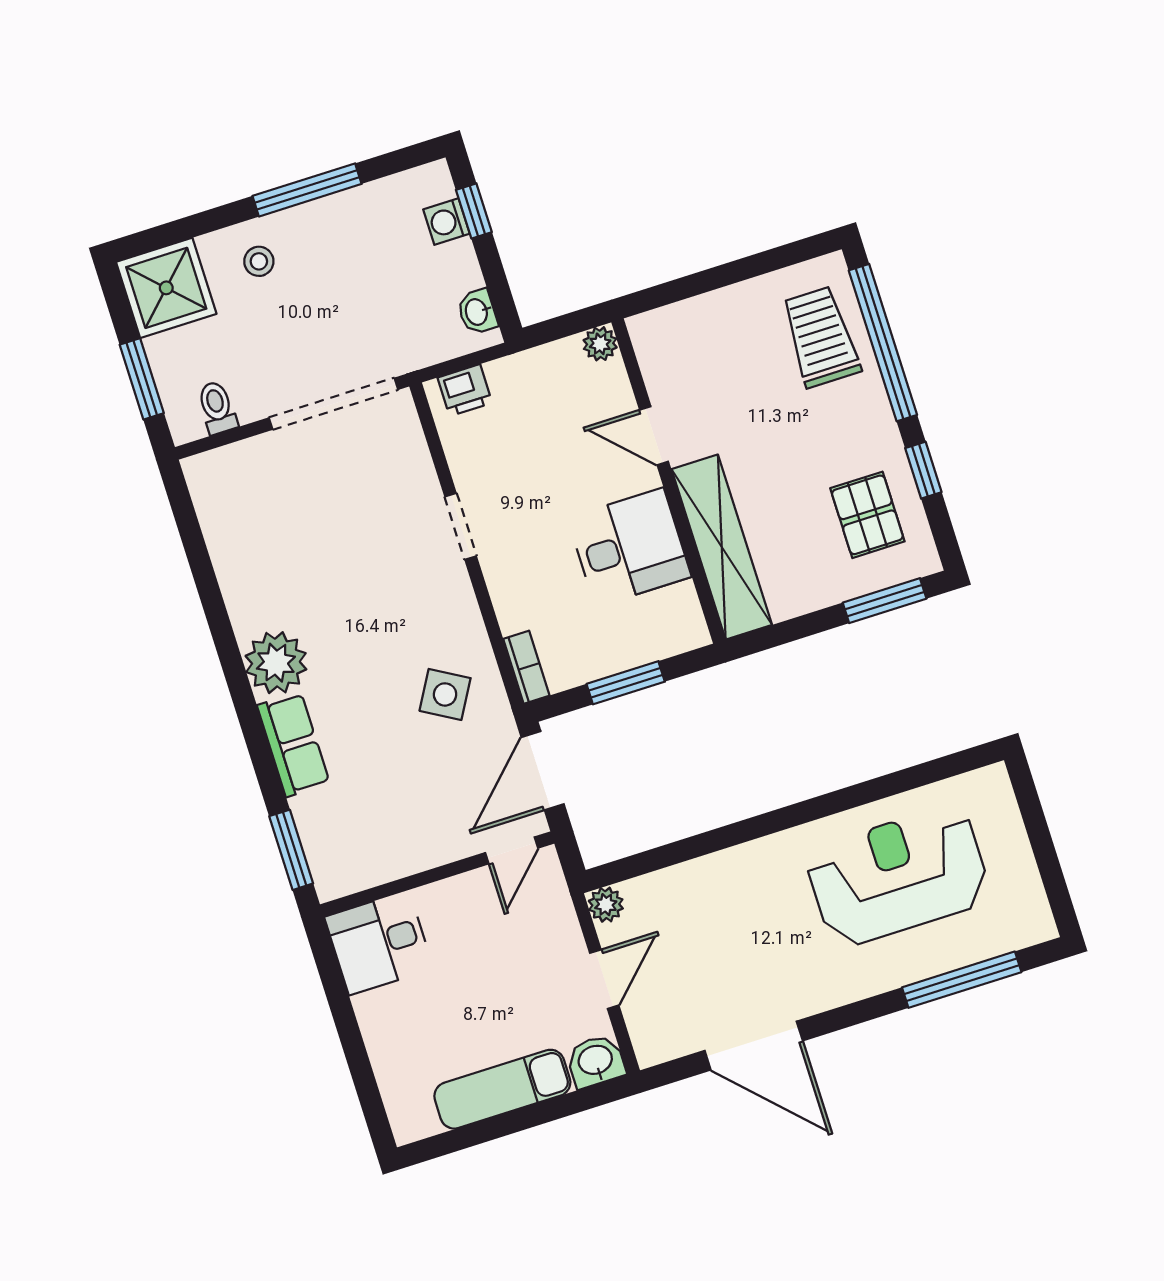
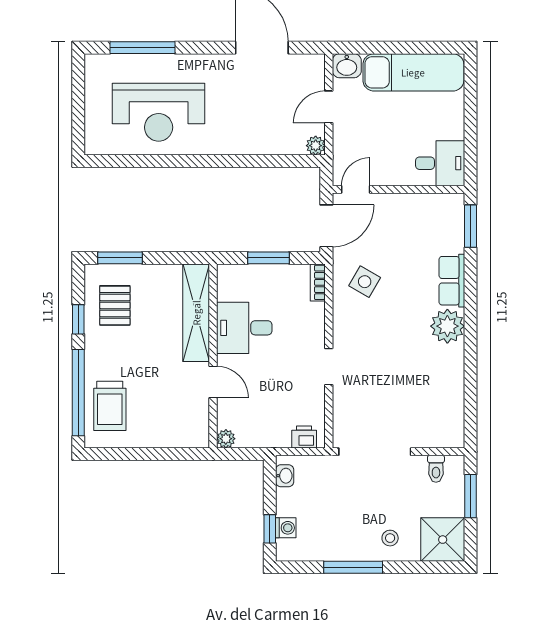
exam couch: (502, 1089) -> (413, 72), width x1.36, depth x1.45

